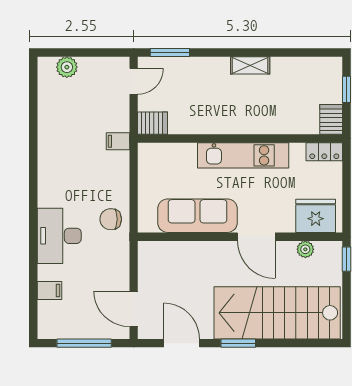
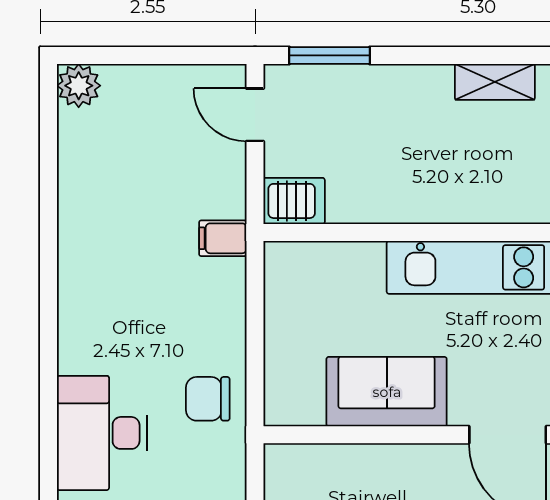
plant: (67, 67) -> (79, 86), moved
door: (134, 81) -> (255, 115), swing flipped
sofa: (198, 216) -> (387, 392), width x0.73

